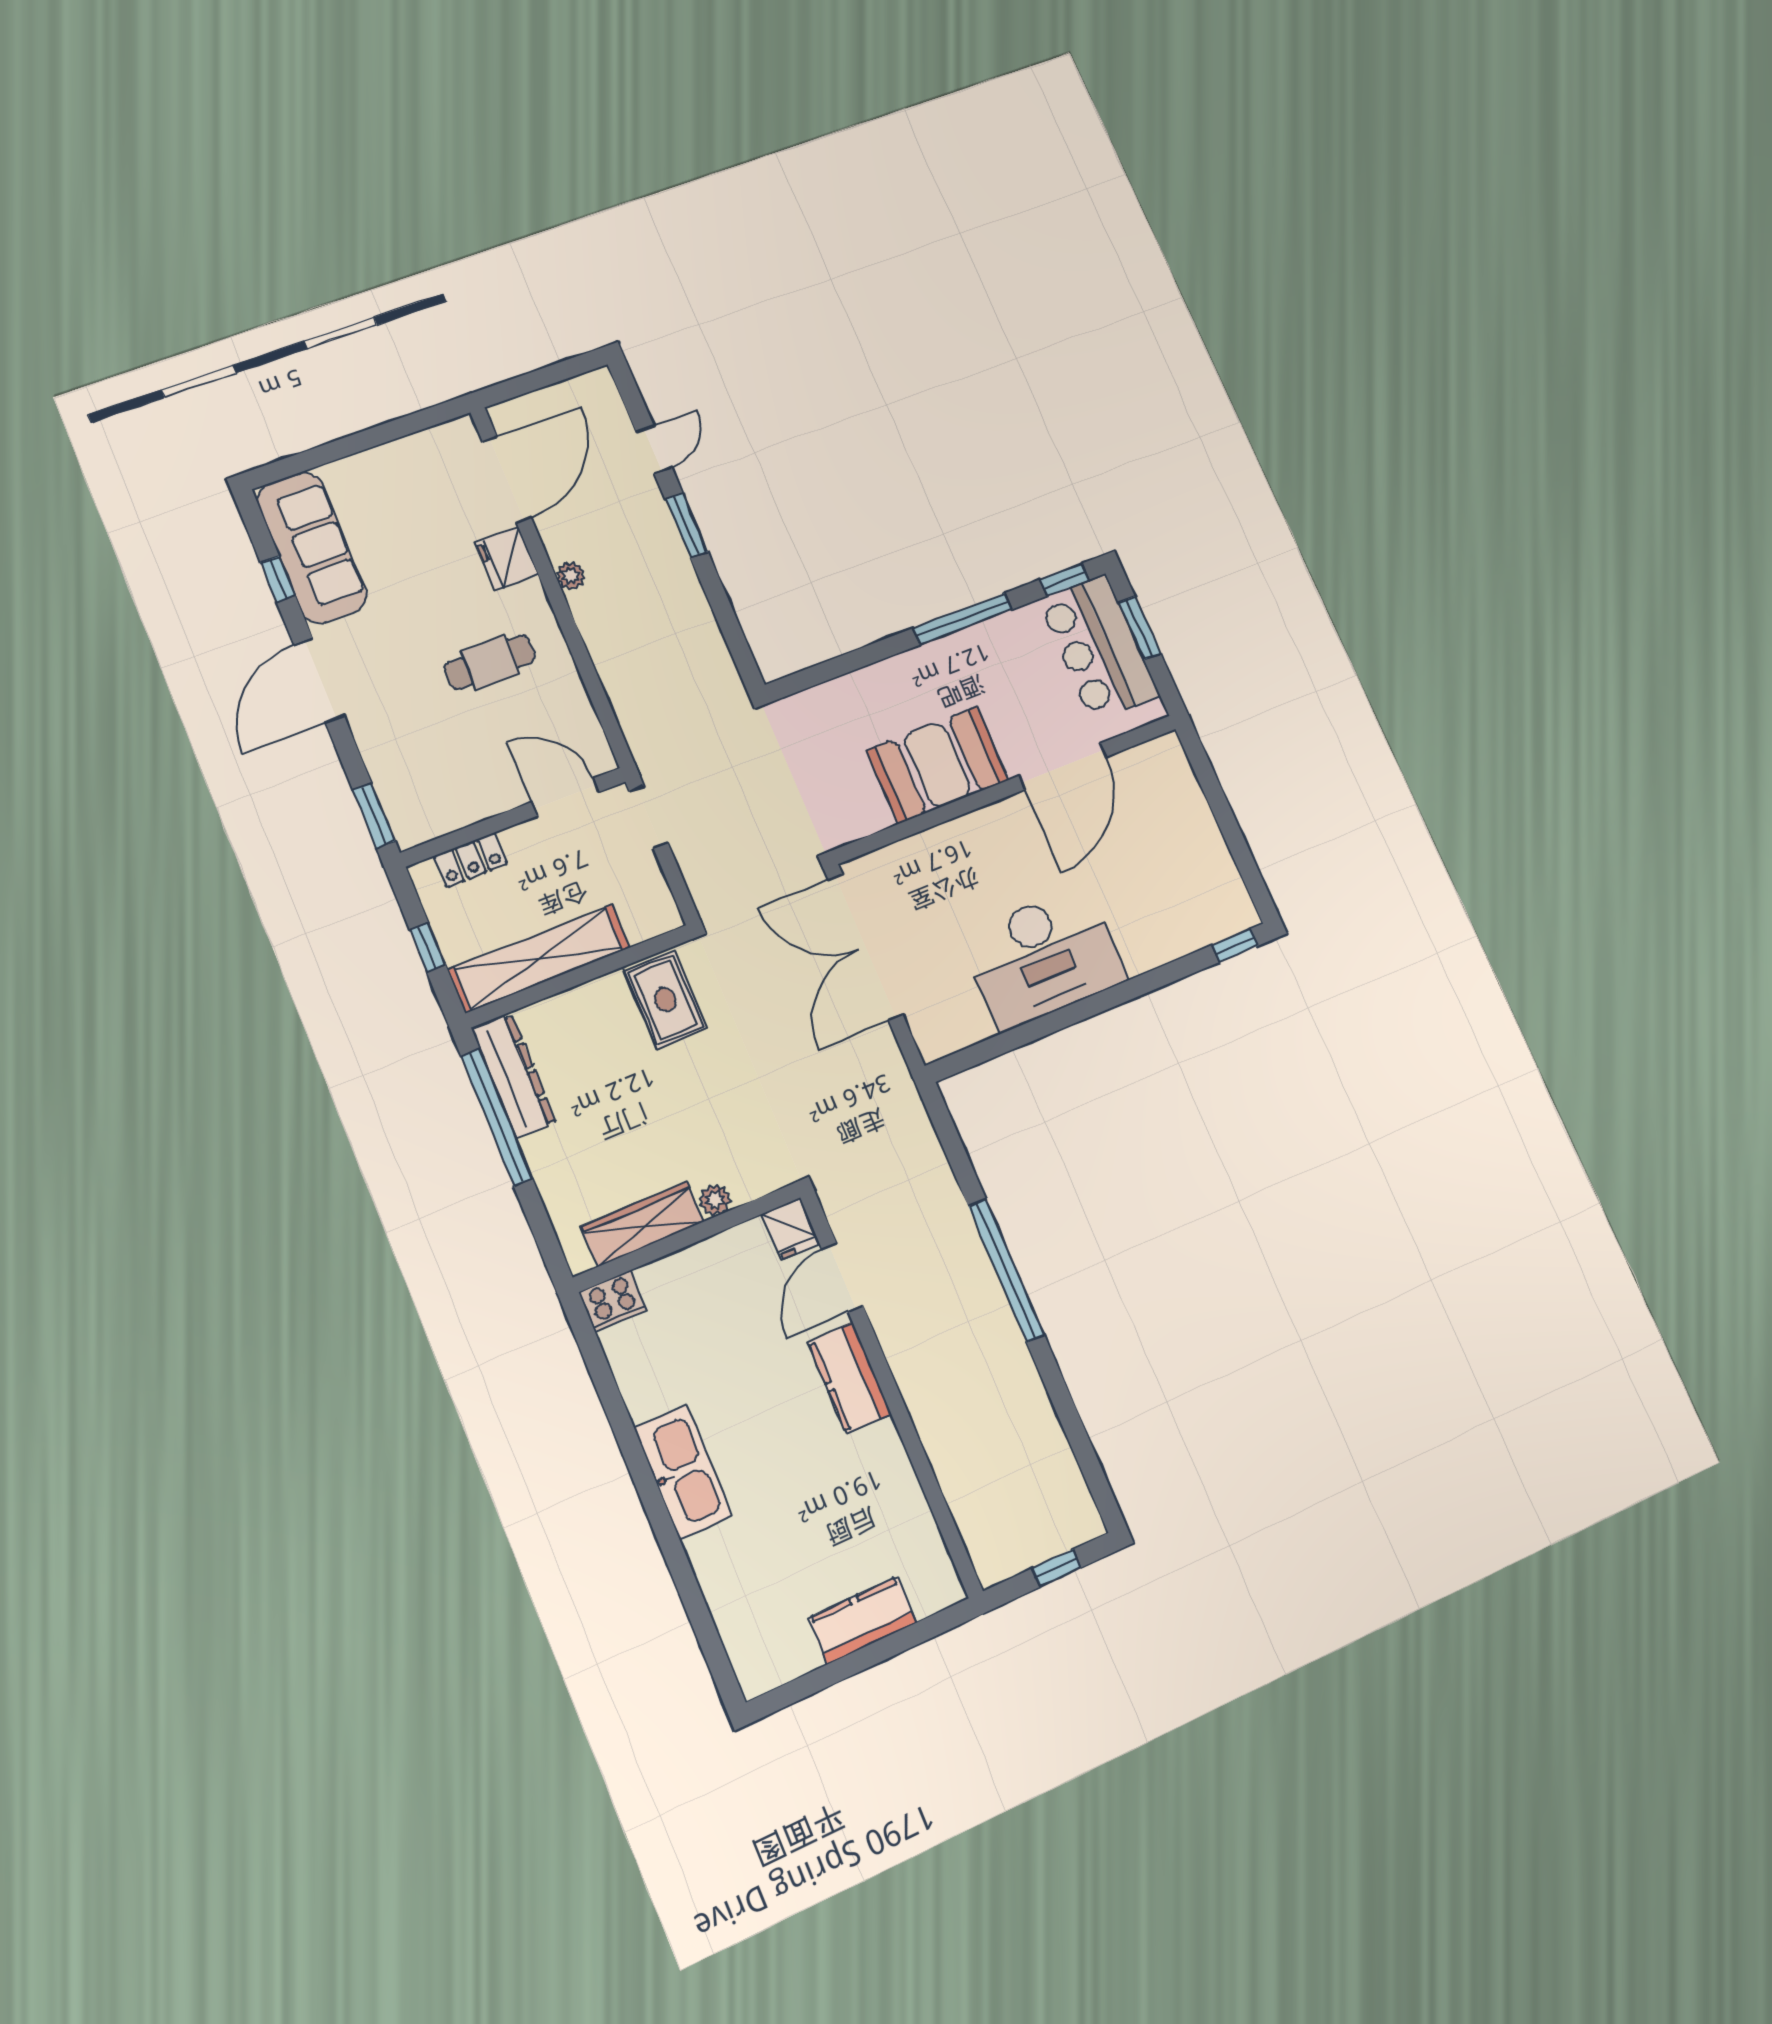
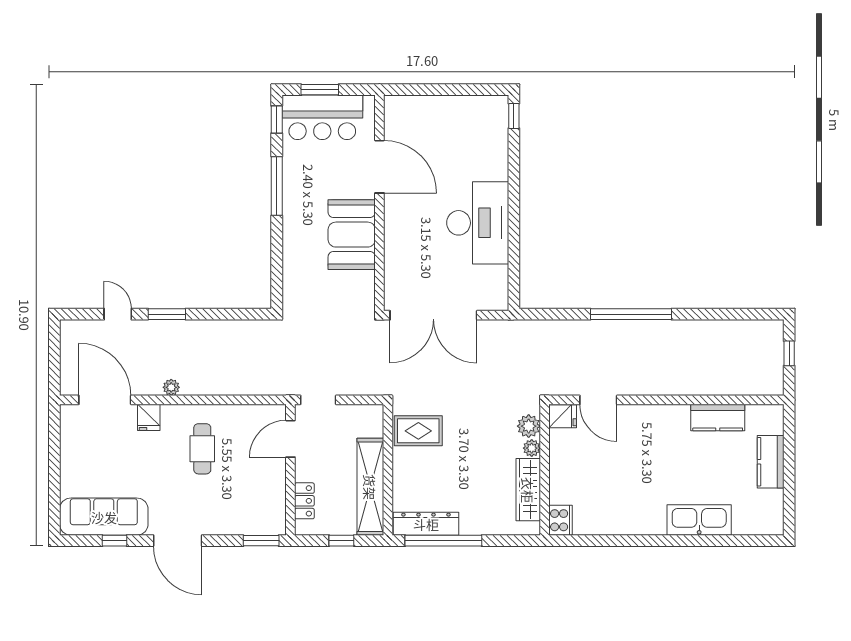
fridge: (507, 559) -> (149, 417), width x0.72
plant: (750, 1179) -> (529, 426), added
kitchen counter: (850, 1378) -> (718, 418), moved
kitchen sink: (683, 1472) -> (699, 520), moved

